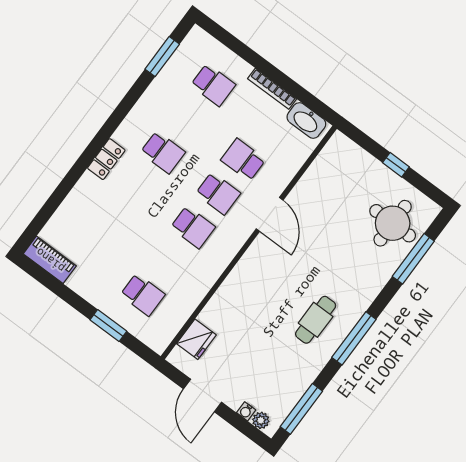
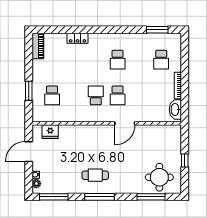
locker: (106, 159) -> (77, 38), moved
school desk: (243, 160) -> (139, 95), removed
school desk: (193, 227) -> (96, 95), turned 180

